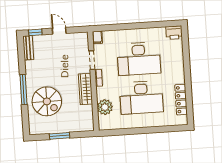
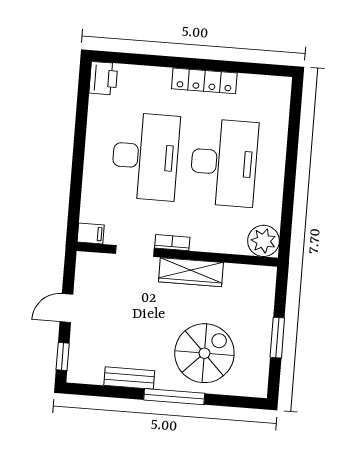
bench: (28, 48) -> (129, 378), moved
locker: (181, 100) -> (204, 81), moved
plant: (105, 107) -> (264, 241), moved

